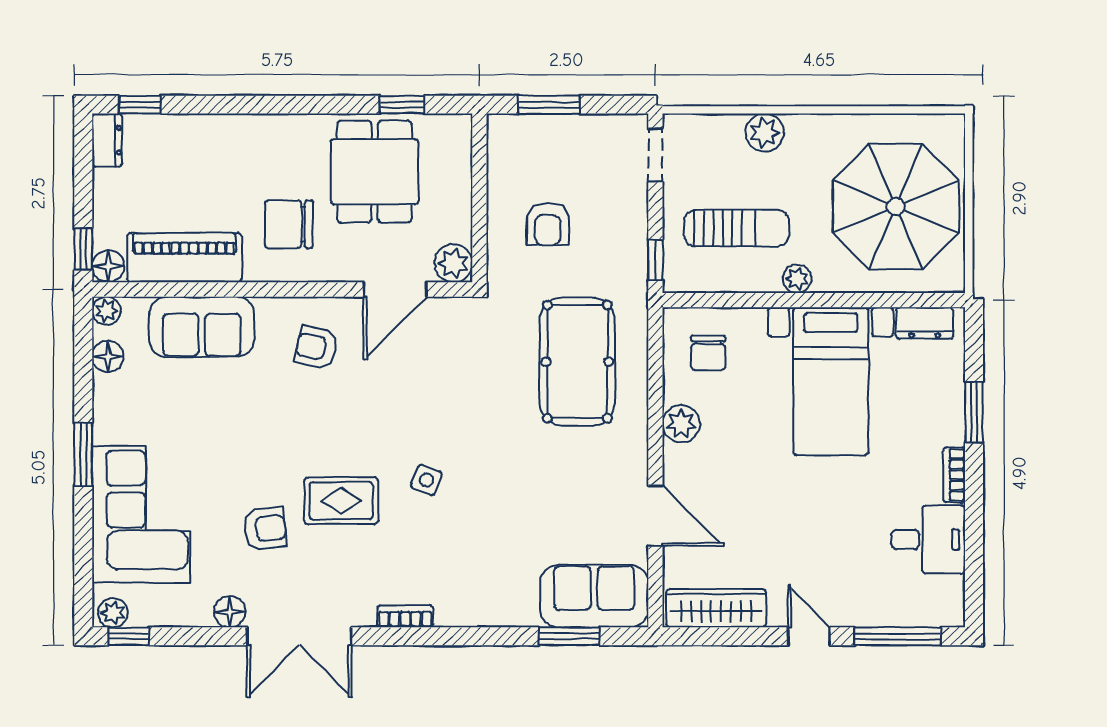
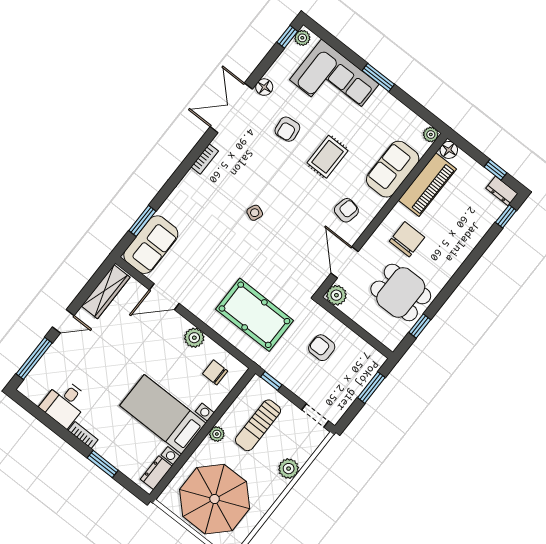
window: (83, 249) -> (496, 170), moved
floor lamp: (108, 356) -> (411, 120), removed
rug: (341, 501) -> (327, 157), moved

